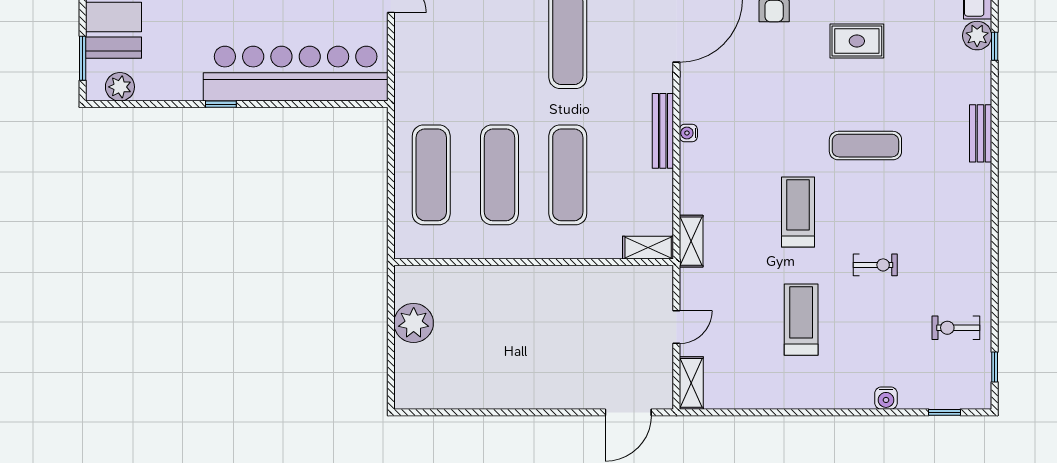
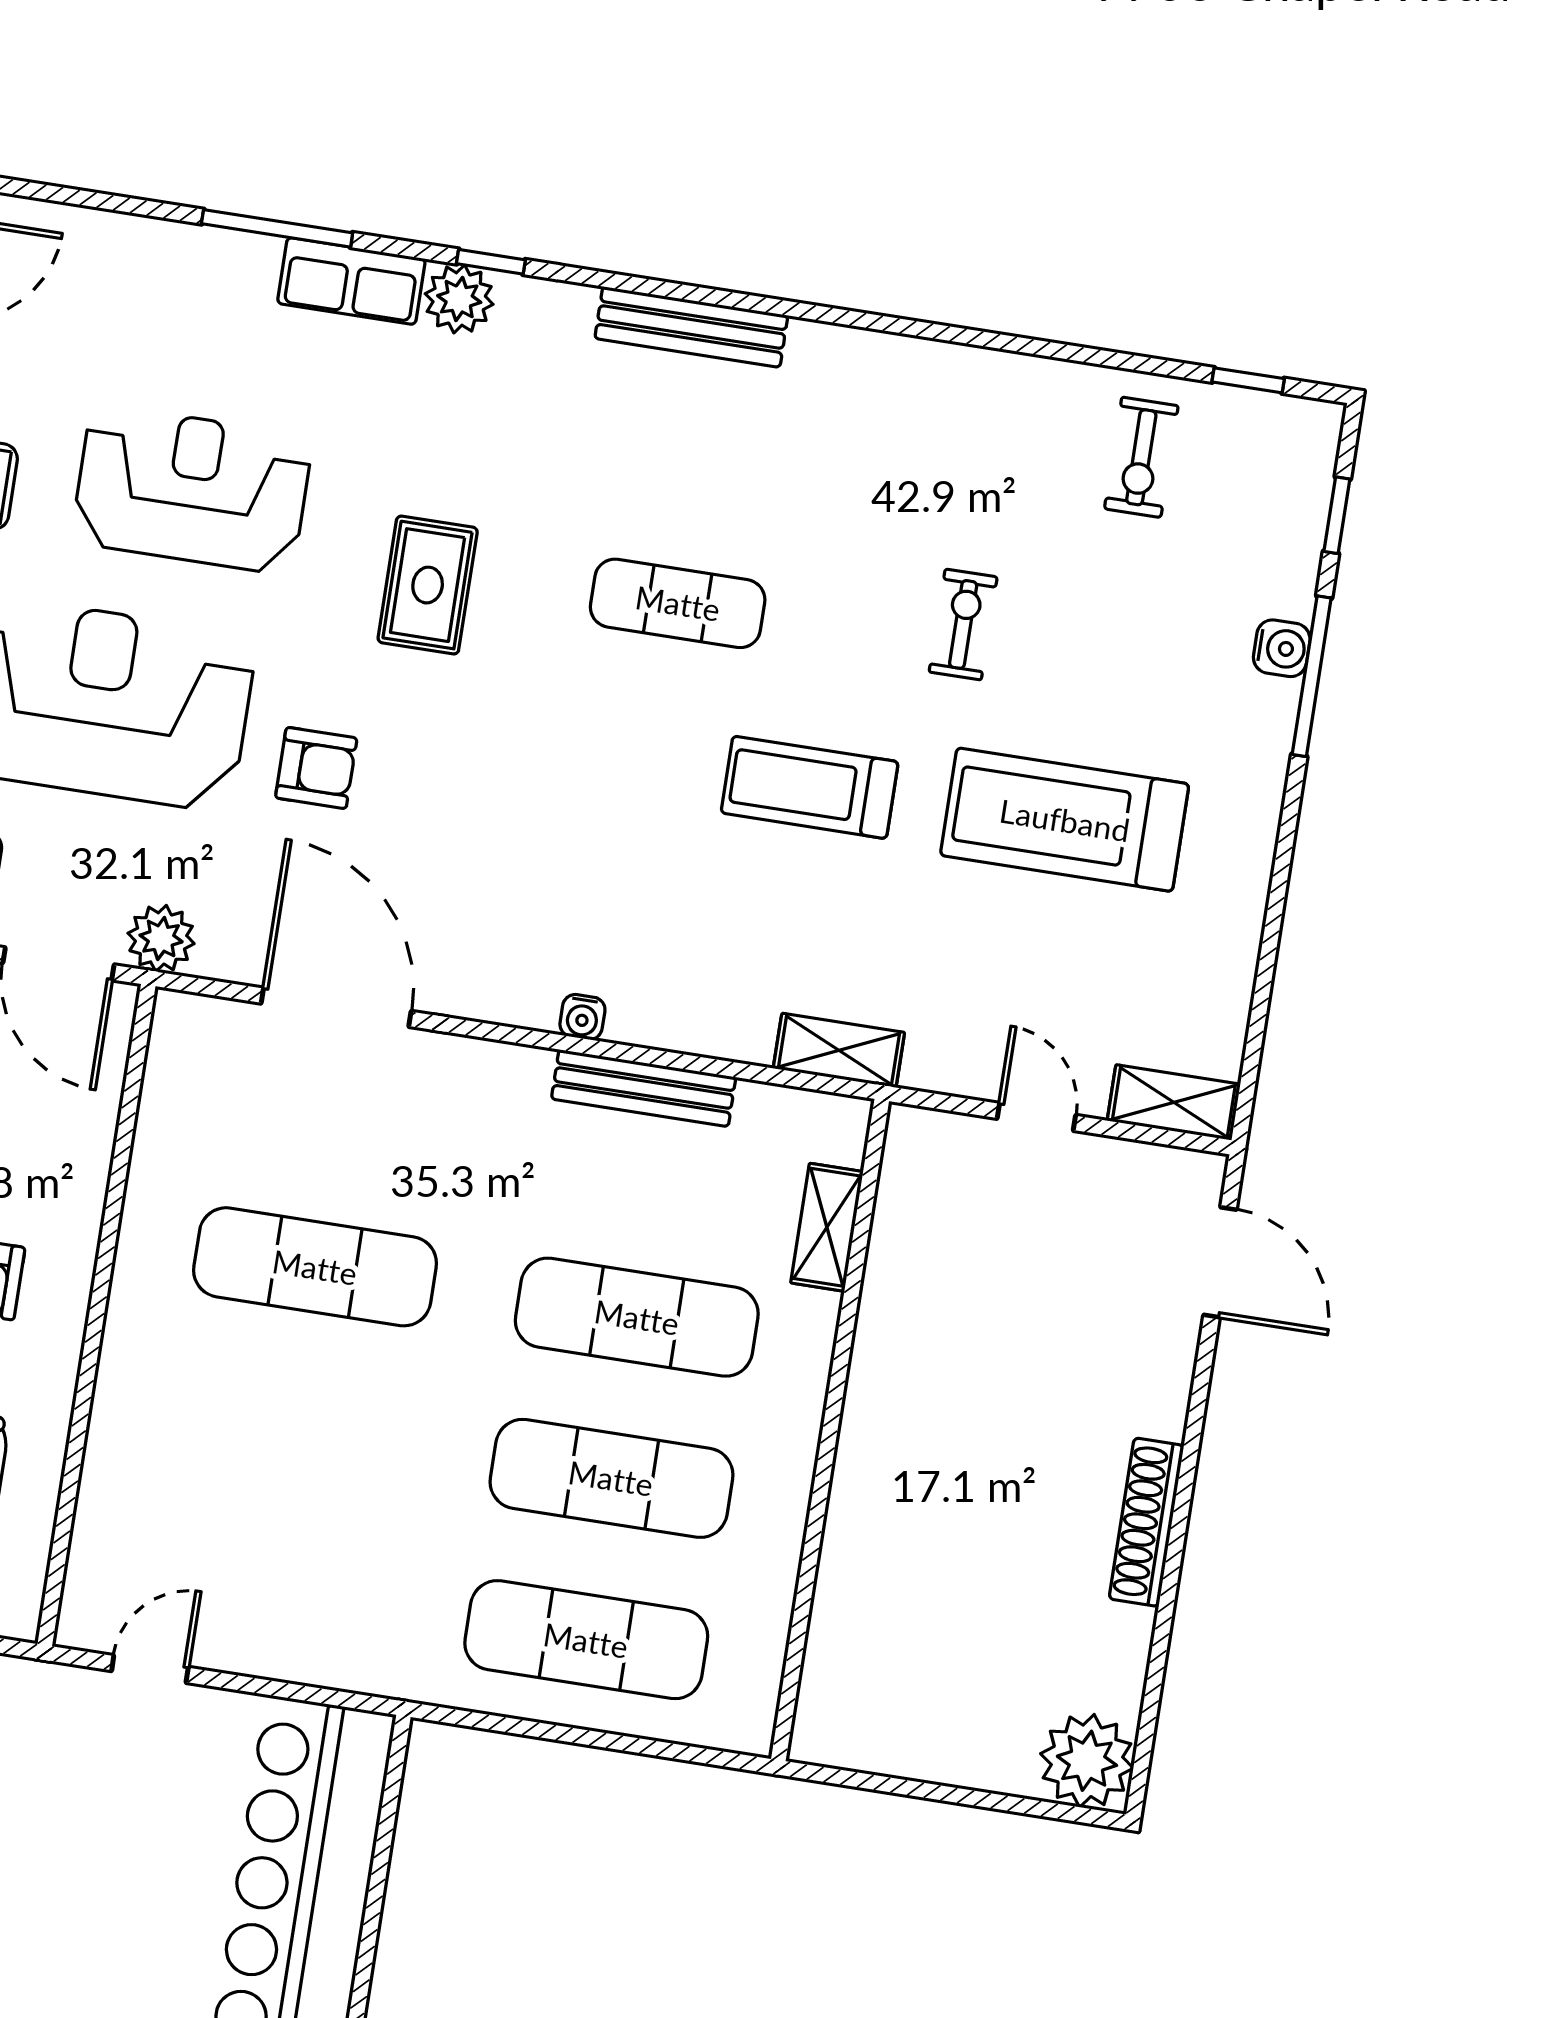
bench: (663, 131) -> (644, 1088), moved
bench: (981, 133) -> (691, 327), width x1.36
exercise mat: (865, 146) -> (678, 603), turned 90
shelving: (648, 248) -> (827, 1227), moved
treadmill: (801, 320) -> (1065, 820), width x1.37, depth x1.38
plant: (414, 323) -> (1087, 1761), moved
shoe rack: (516, 399) -> (1146, 1522), added
window: (876, 412) -> (1312, 676), added

